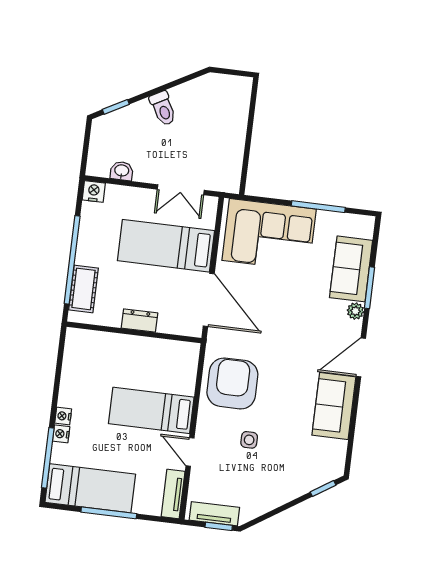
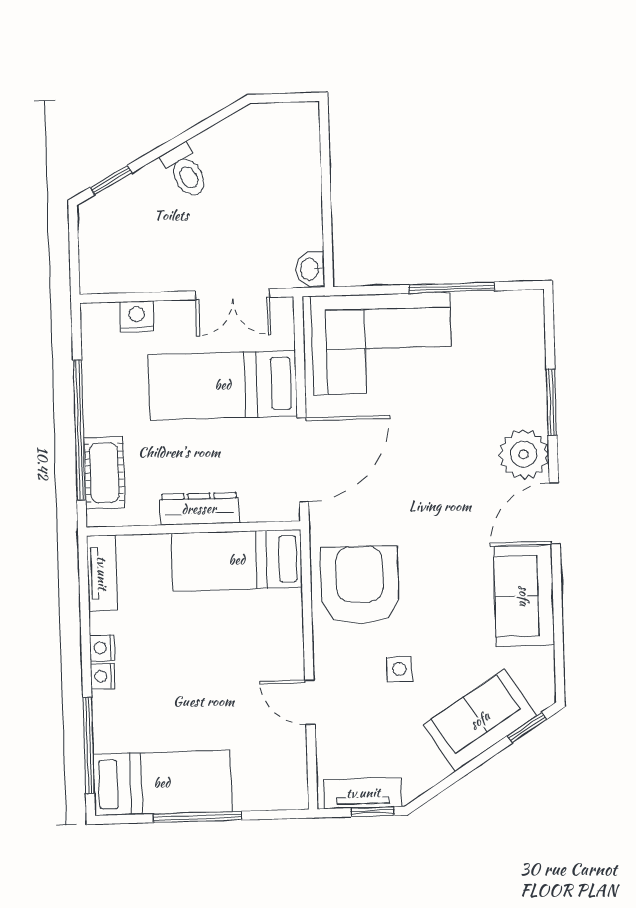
washbasin: (122, 171) -> (310, 269), moved, turned -90
nightstand: (94, 192) -> (137, 317), moved
sofa: (351, 269) -> (480, 720), moved, turned 57
door: (209, 300) -> (303, 460), hinge flipped
plant: (355, 311) -> (524, 454), width x1.87, depth x1.87
dresser: (139, 321) -> (199, 509), width x1.44
bed: (151, 410) -> (237, 560), moved
nightstand: (61, 434) -> (102, 648), moved
tv unit: (173, 494) -> (102, 573), moved, turned 180

